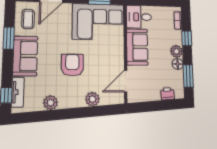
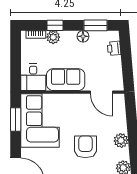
plant: (176, 51) -> (53, 37), moved
armchair: (72, 65) -> (85, 147), turned 90
plant: (92, 99) -> (121, 140), moved

